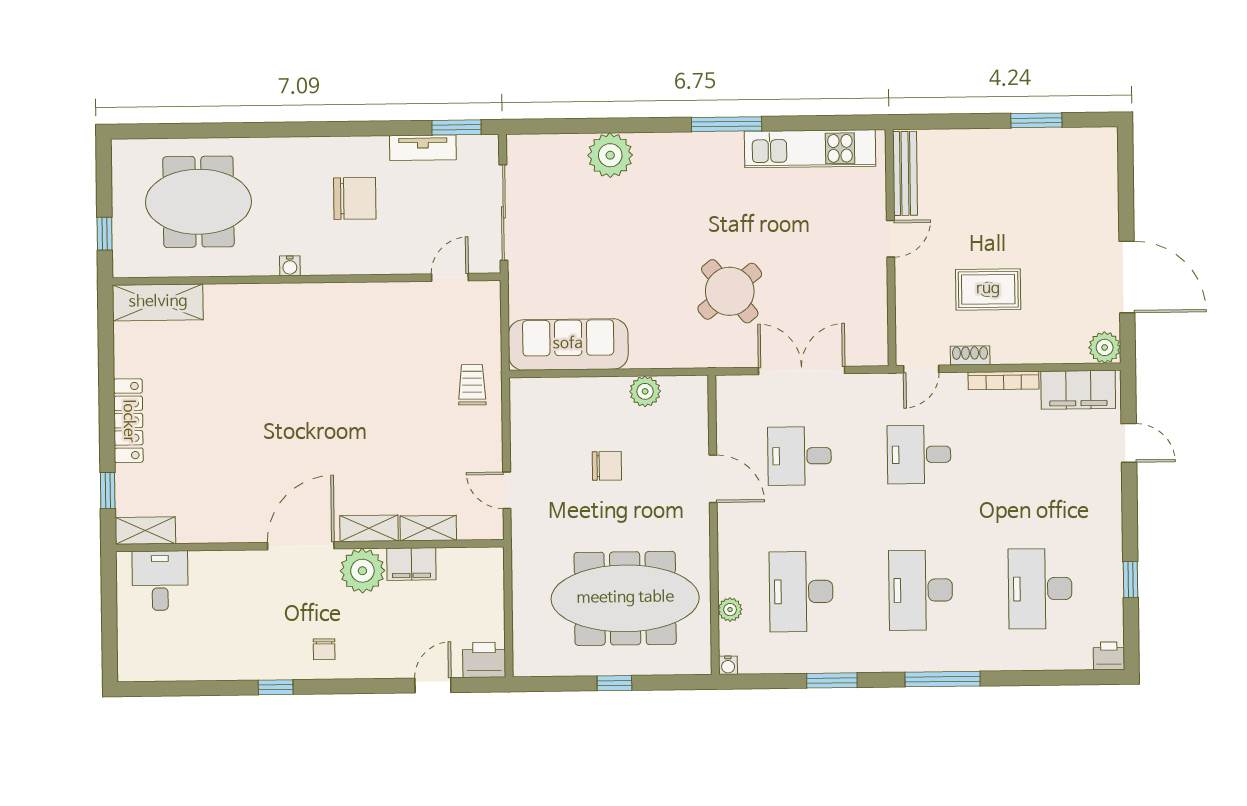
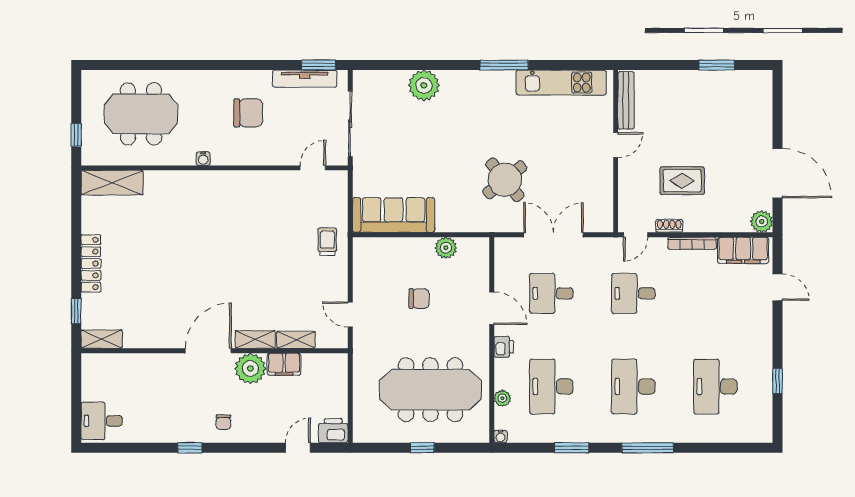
tv unit: (423, 148) -> (305, 79), width x1.41
desk: (160, 581) -> (102, 421), moved, turned -90
printer: (1109, 656) -> (504, 347), moved, turned 90

